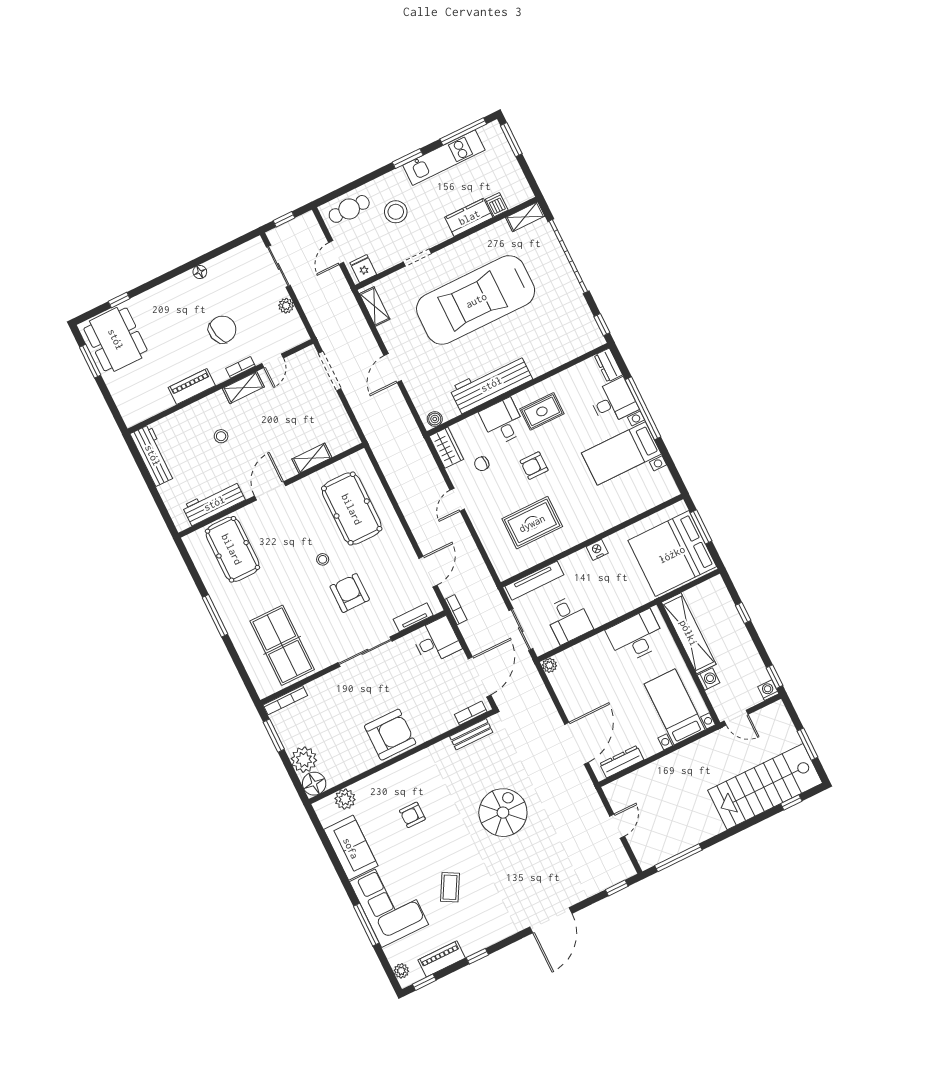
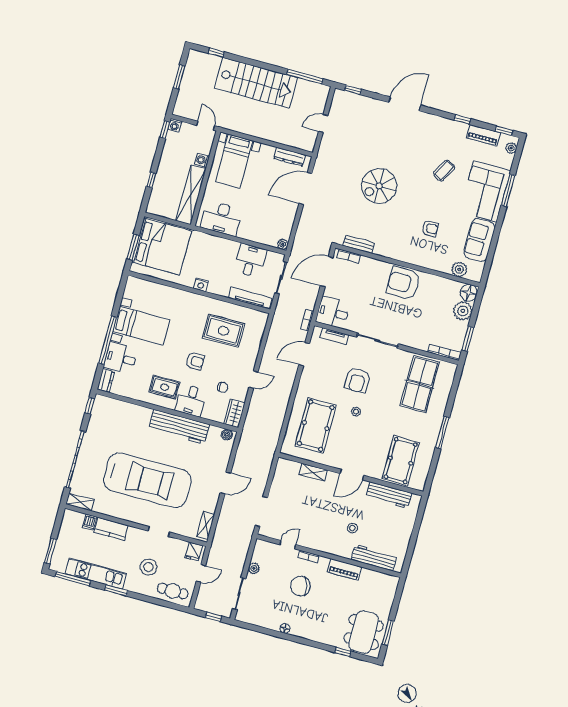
shelving: (243, 388) -> (317, 544), removed
workbench: (153, 455) -> (374, 558), moved, turned 90
stairs: (765, 787) -> (256, 83), moved

